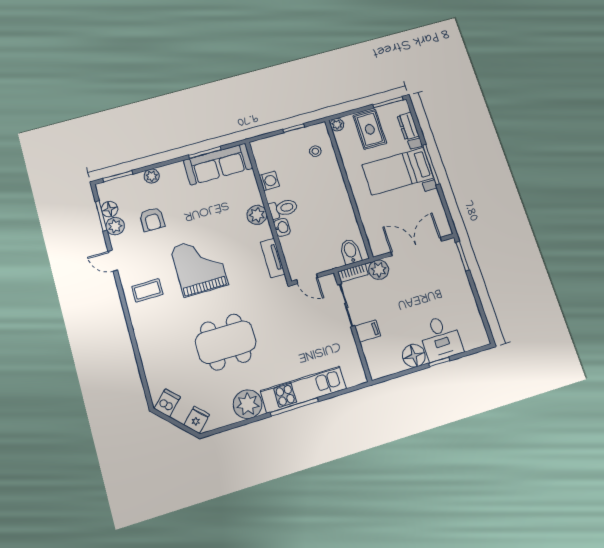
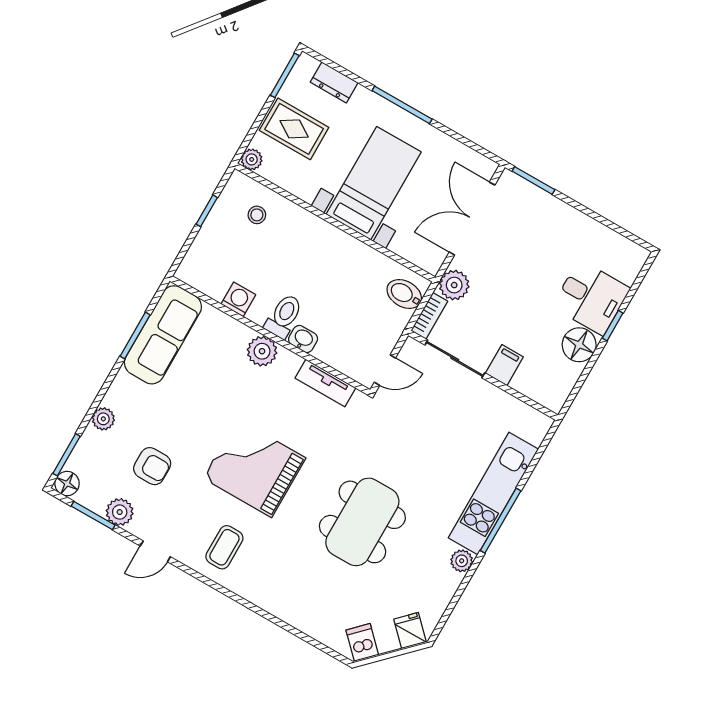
bed with nightstands: (398, 171) -> (374, 183), moved, turned 180
floor lamp: (110, 209) -> (67, 484), moved
plant: (248, 404) -> (462, 561), width x0.53, depth x0.53

